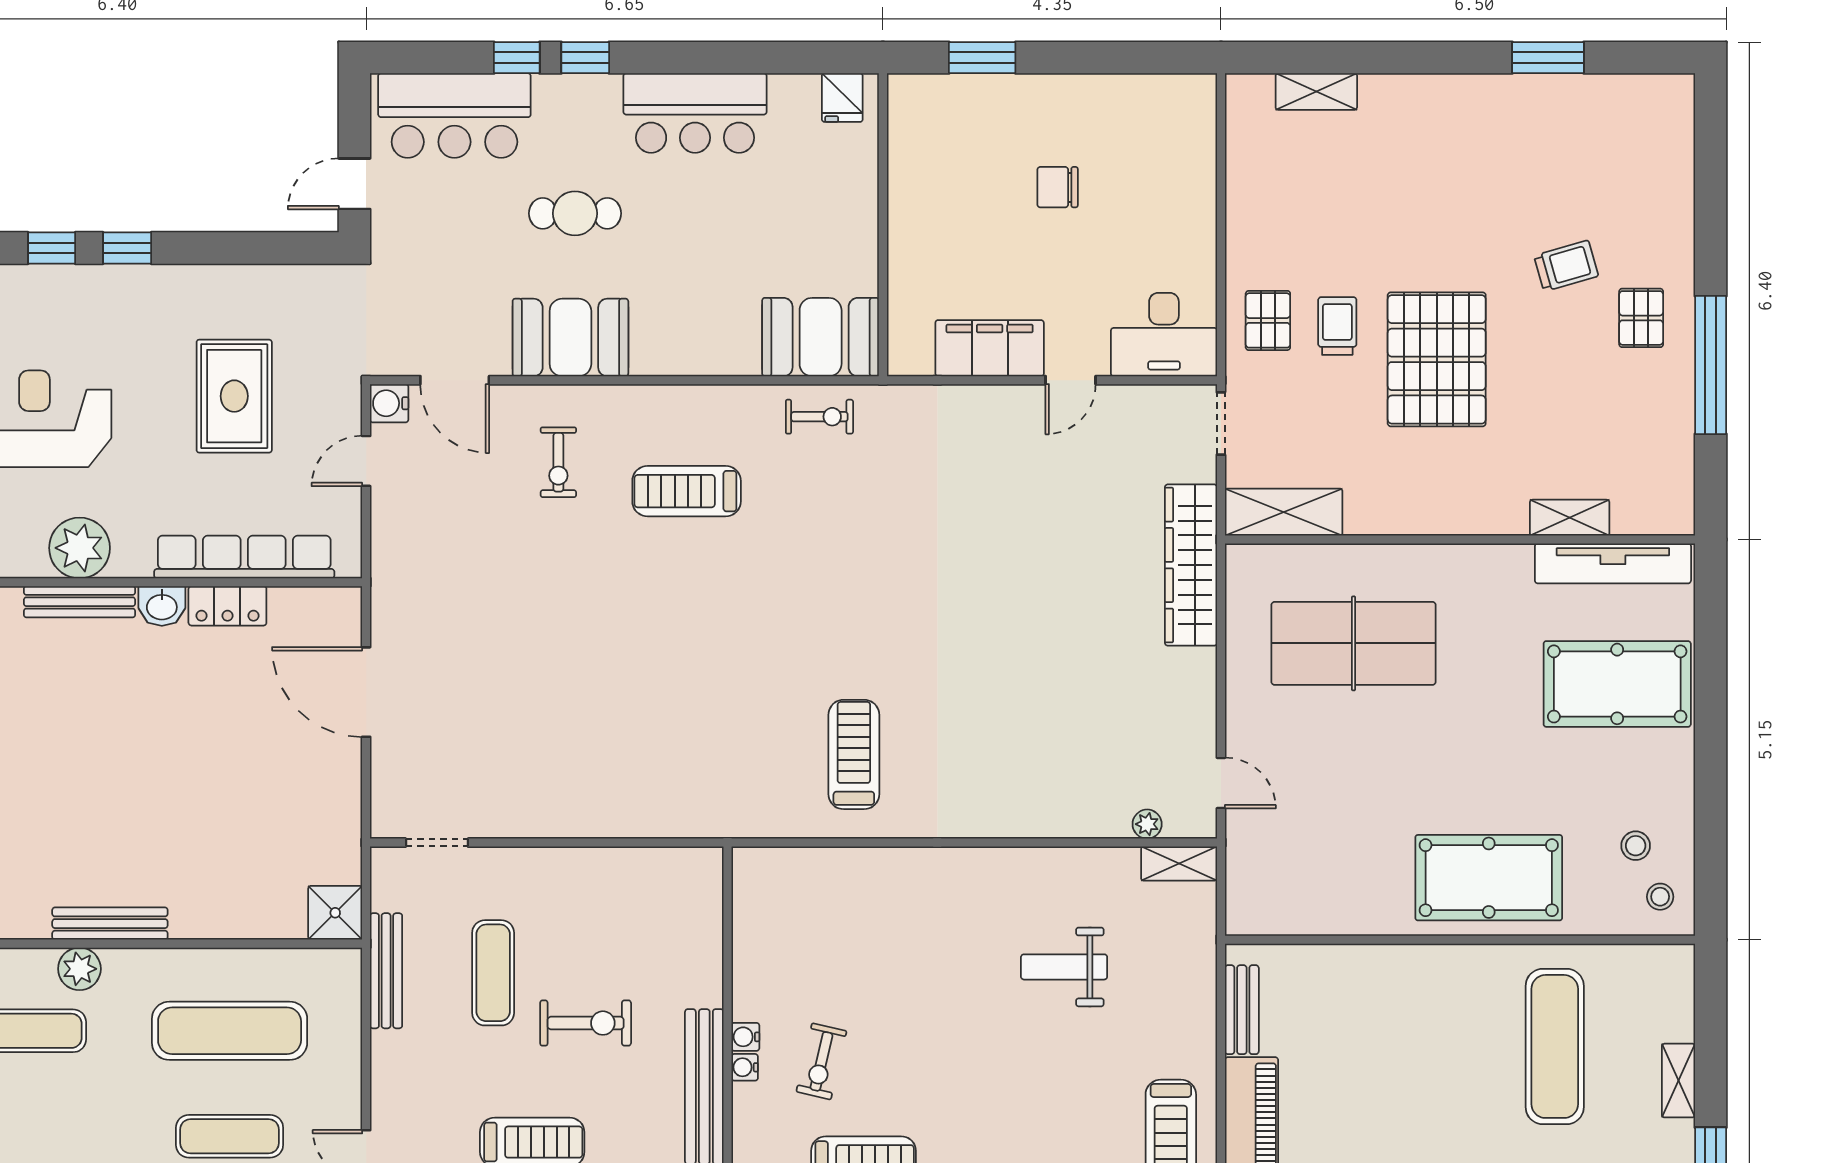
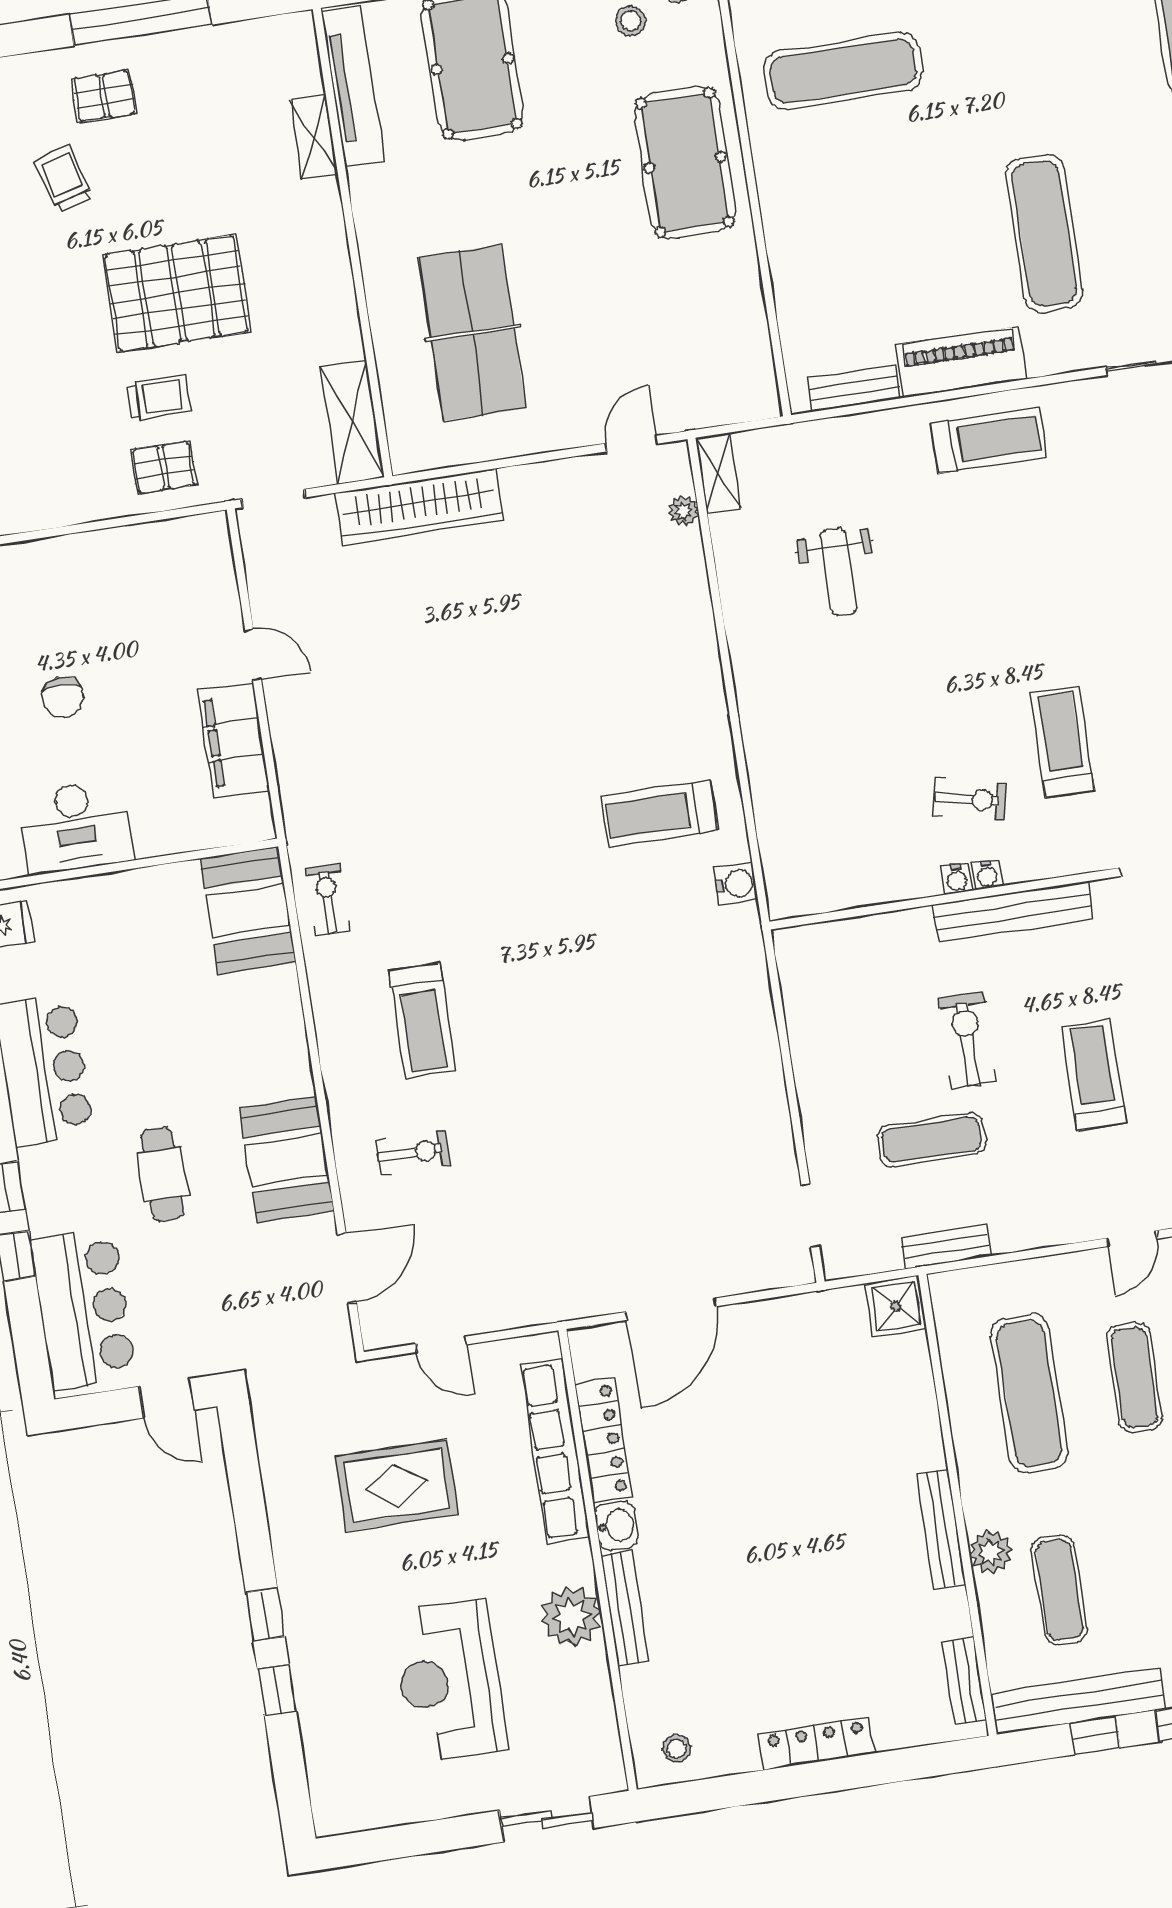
trolley: (1337, 326) -> (159, 397), turned 180
desk: (1164, 335) -> (76, 827), moved, turned 90
water cooler: (389, 403) -> (736, 884), moved, turned -90
locker: (227, 606) -> (603, 1440), width x1.53
bench: (386, 971) -> (946, 1247), width x0.73

